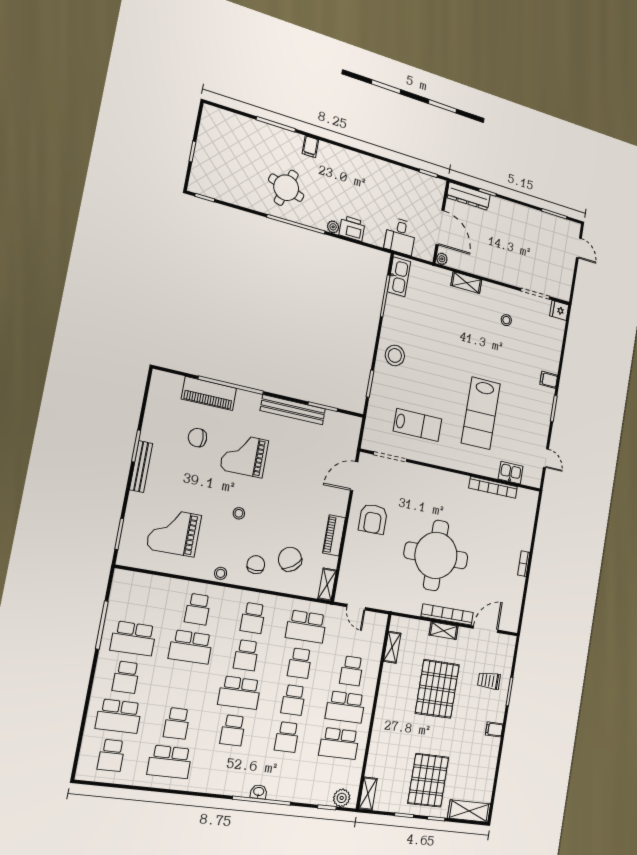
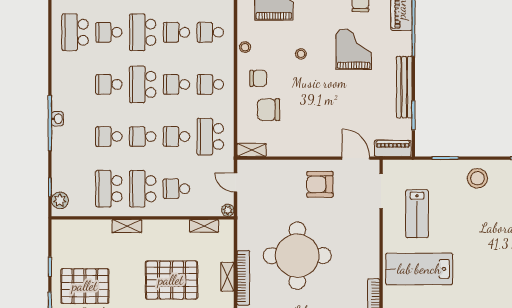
lab bench: (481, 413) -> (419, 269), moved
piano: (334, 535) -> (393, 148), moved
chair: (290, 559) -> (269, 110), turned -145
door: (356, 607) -> (235, 182), hinge flipped
plant: (381, 620) -> (228, 210), added
school desk: (191, 647) -> (177, 32), width x0.54
school desk: (184, 685) -> (143, 32), added
shelving: (368, 794) -> (127, 226), moved

